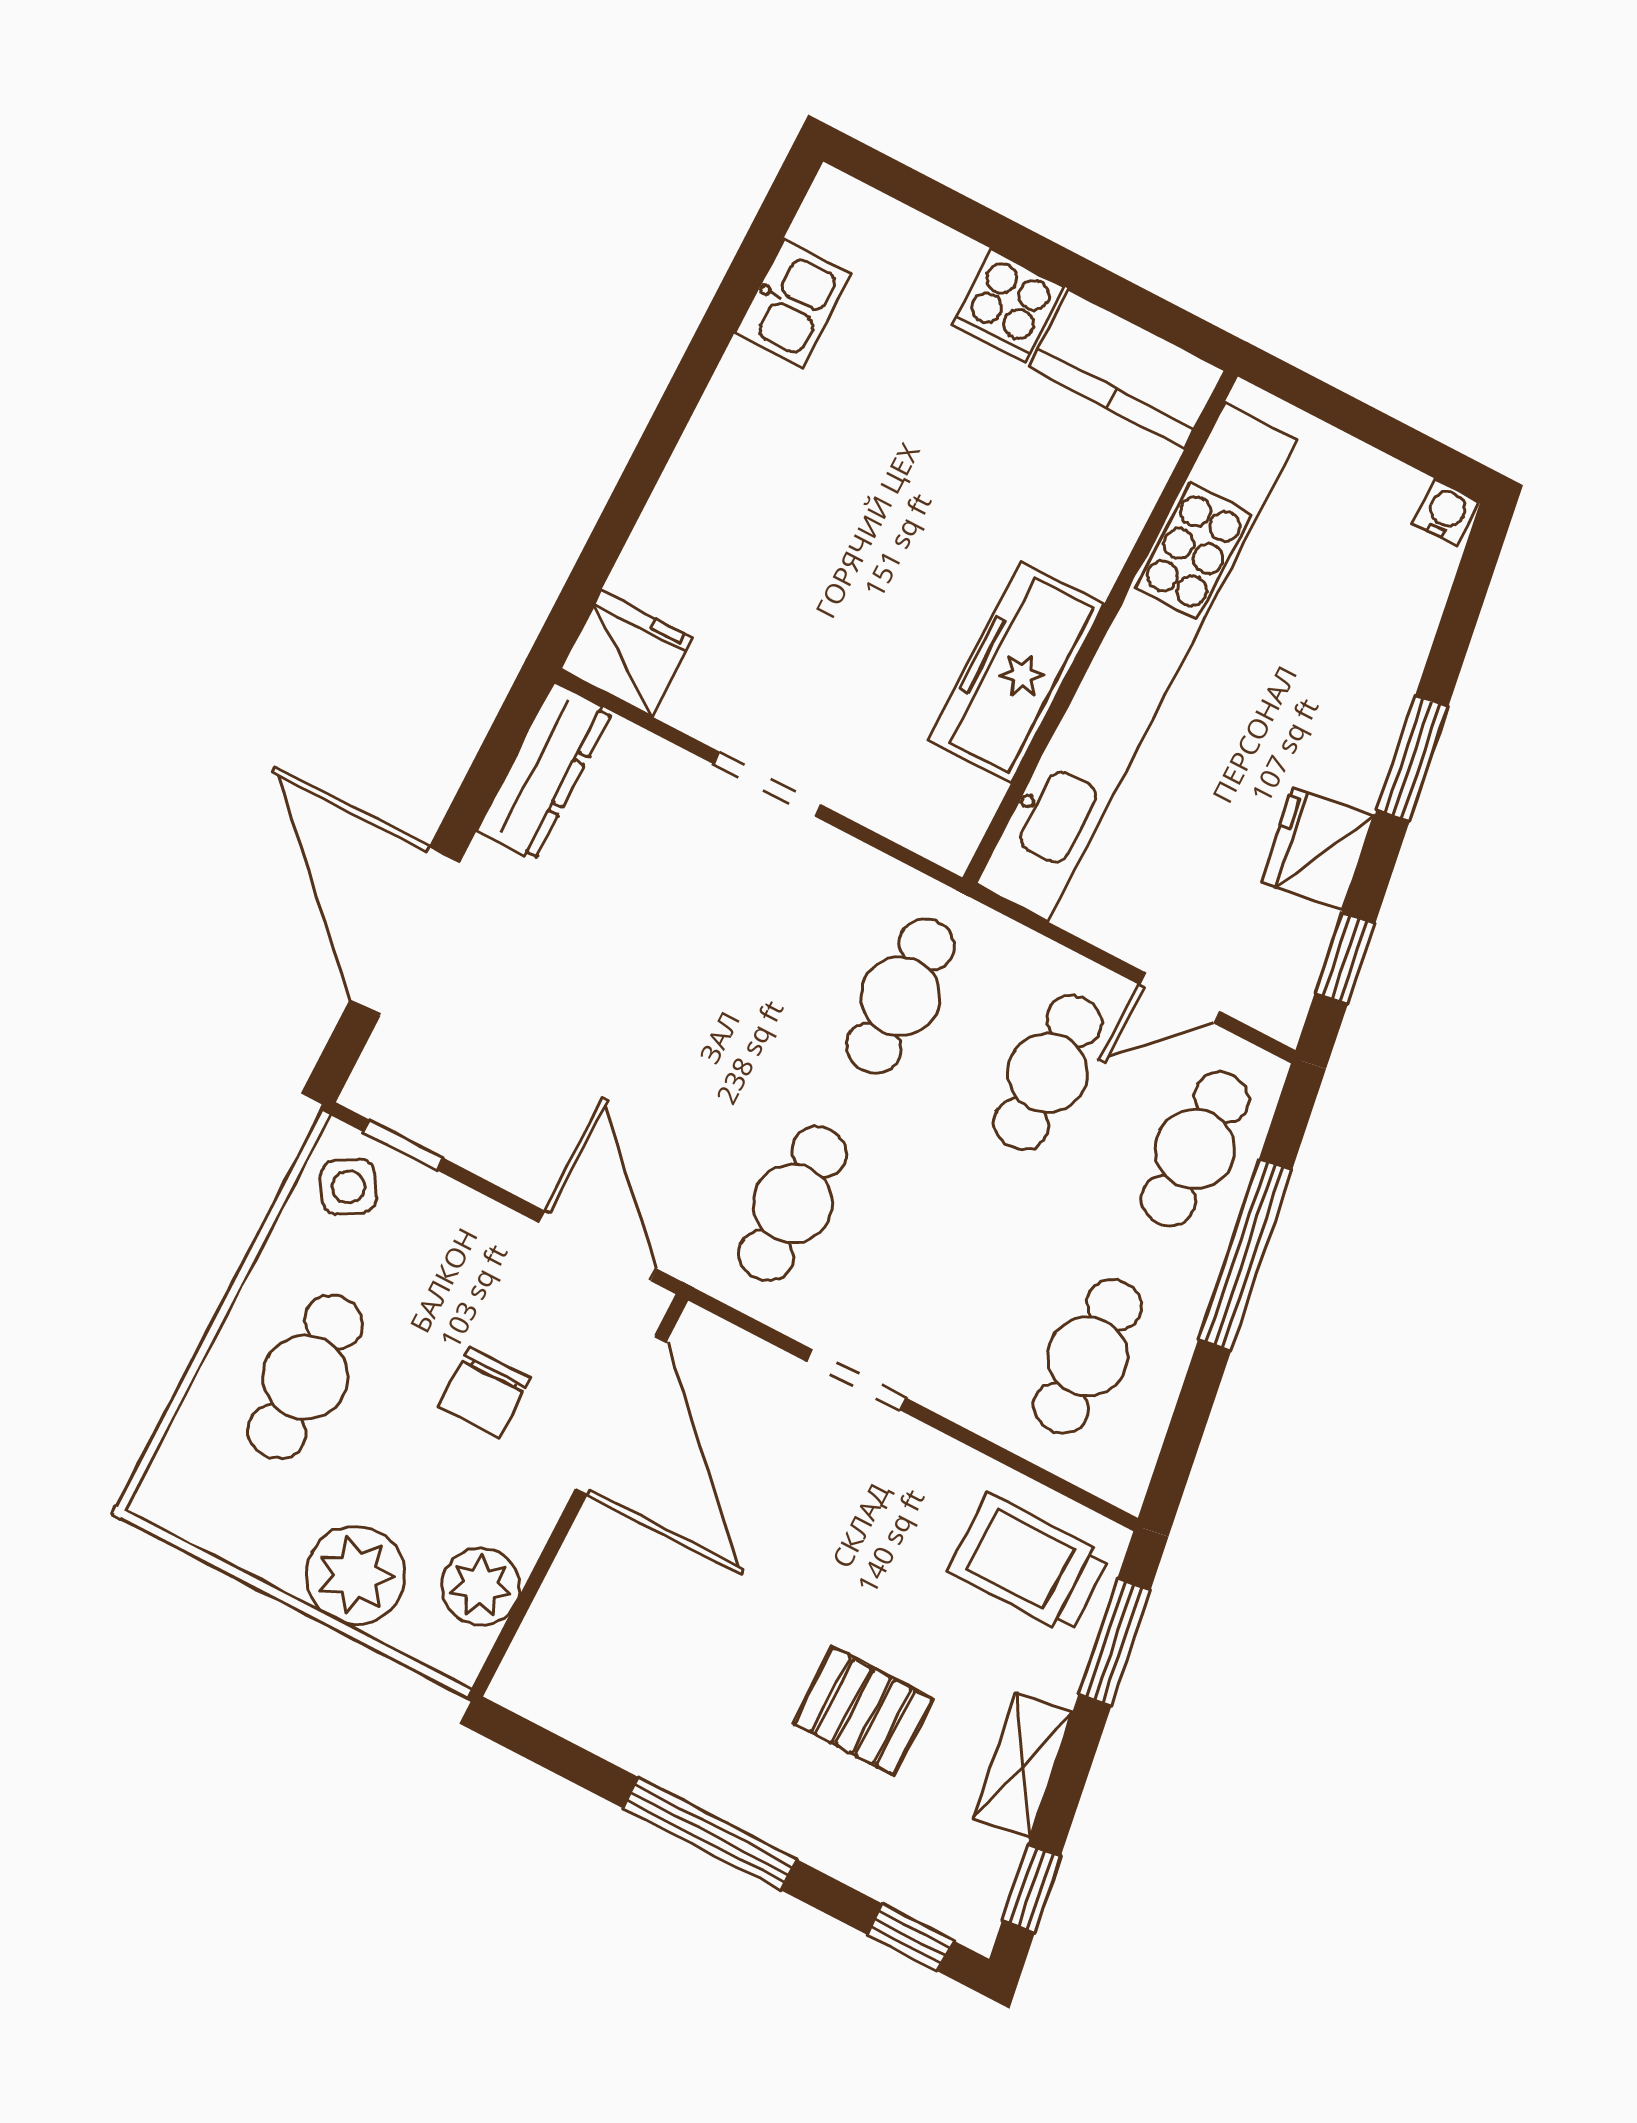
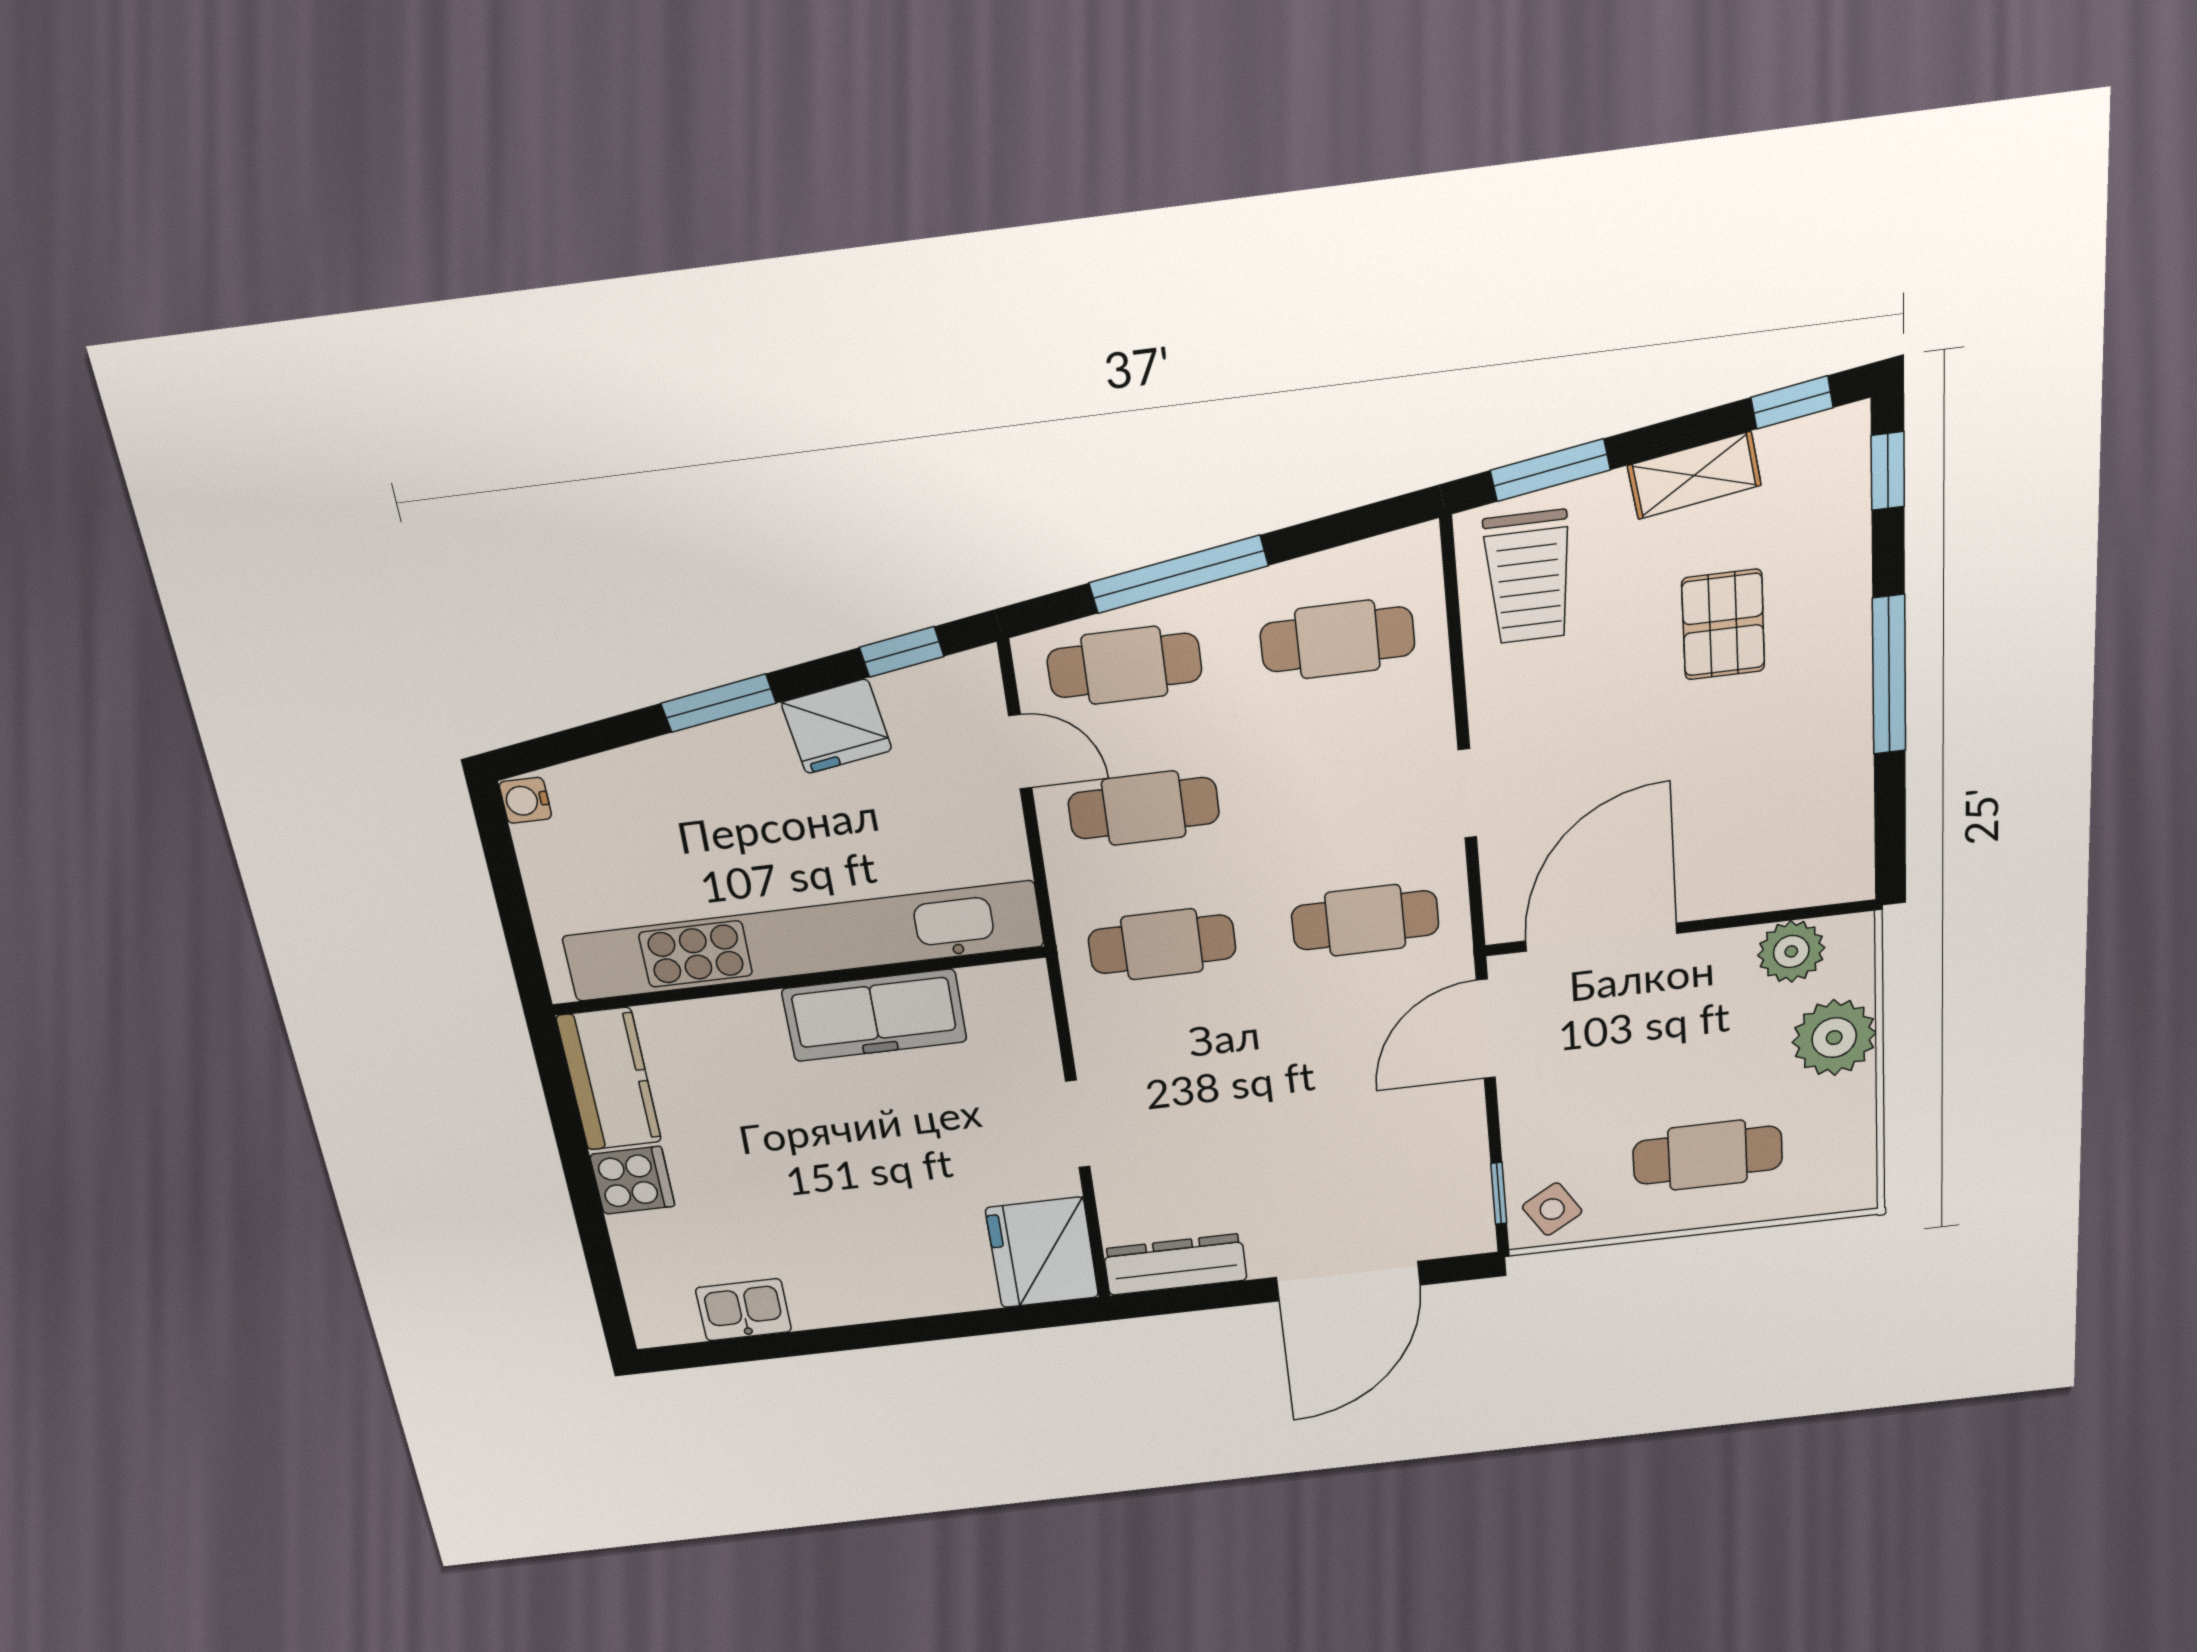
fridge: (626, 653) -> (1042, 1253), width x1.36, depth x1.34
chair: (485, 1392) -> (1644, 1036), removed

